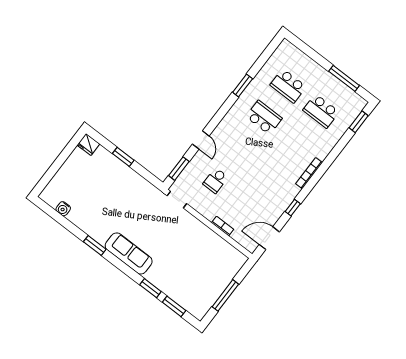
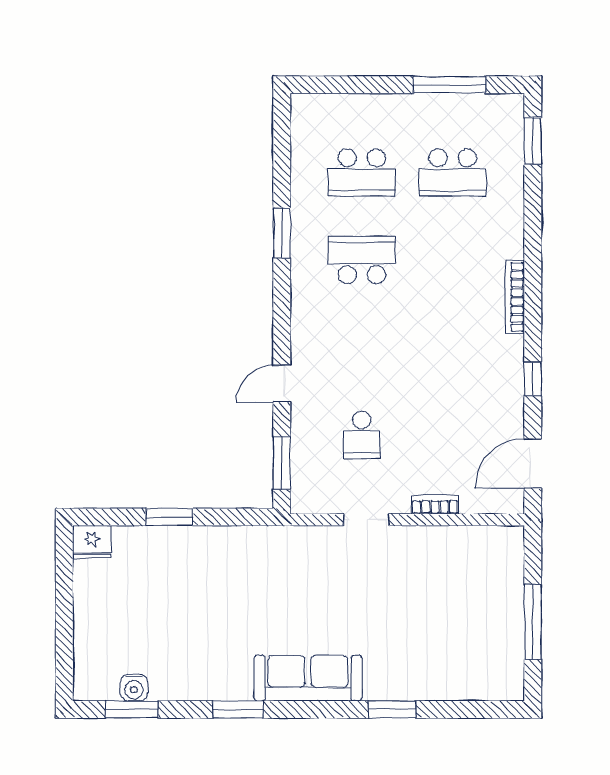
door: (201, 140) -> (282, 384), swing flipped
doorway: (177, 200) -> (366, 520), moved
window: (174, 306) -> (132, 709), moved

